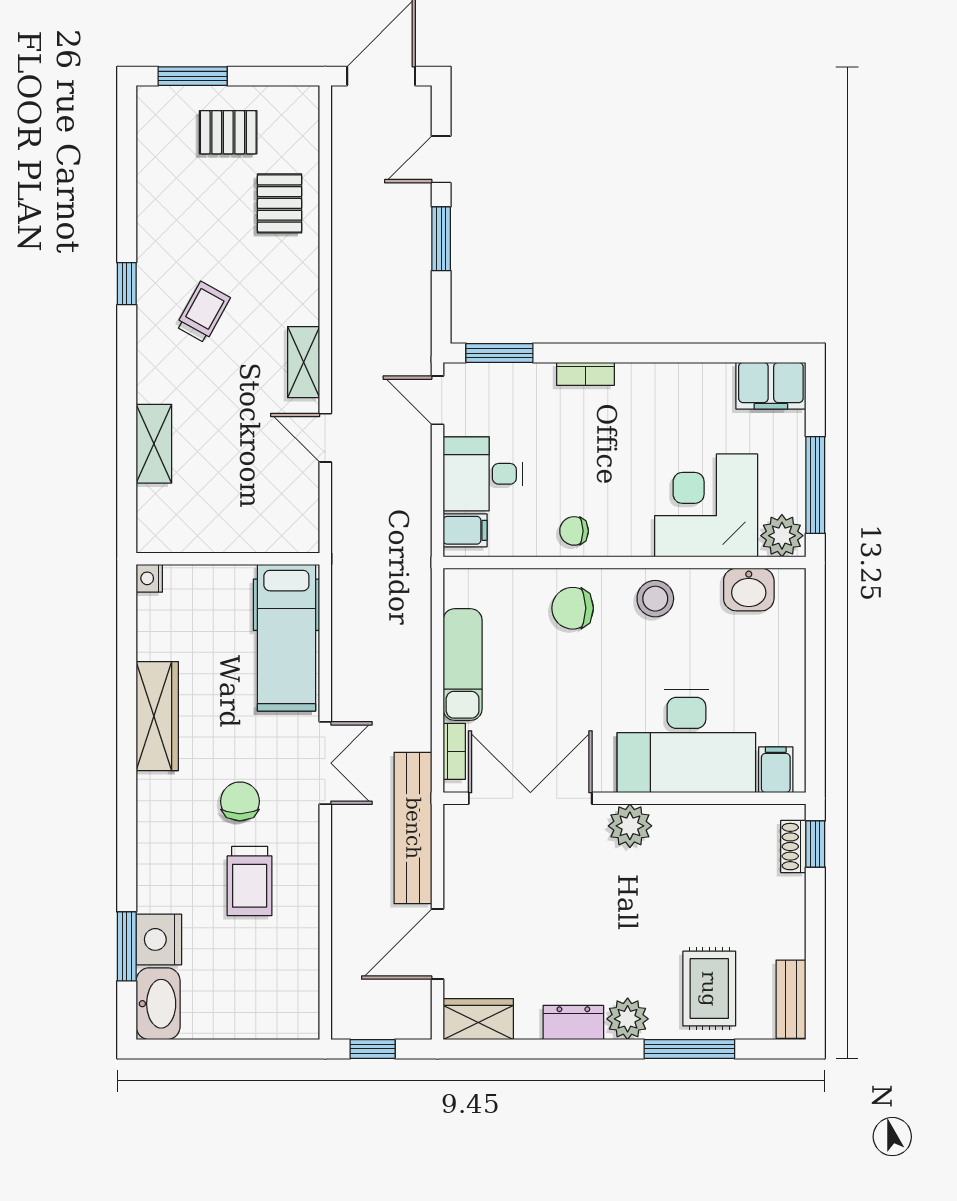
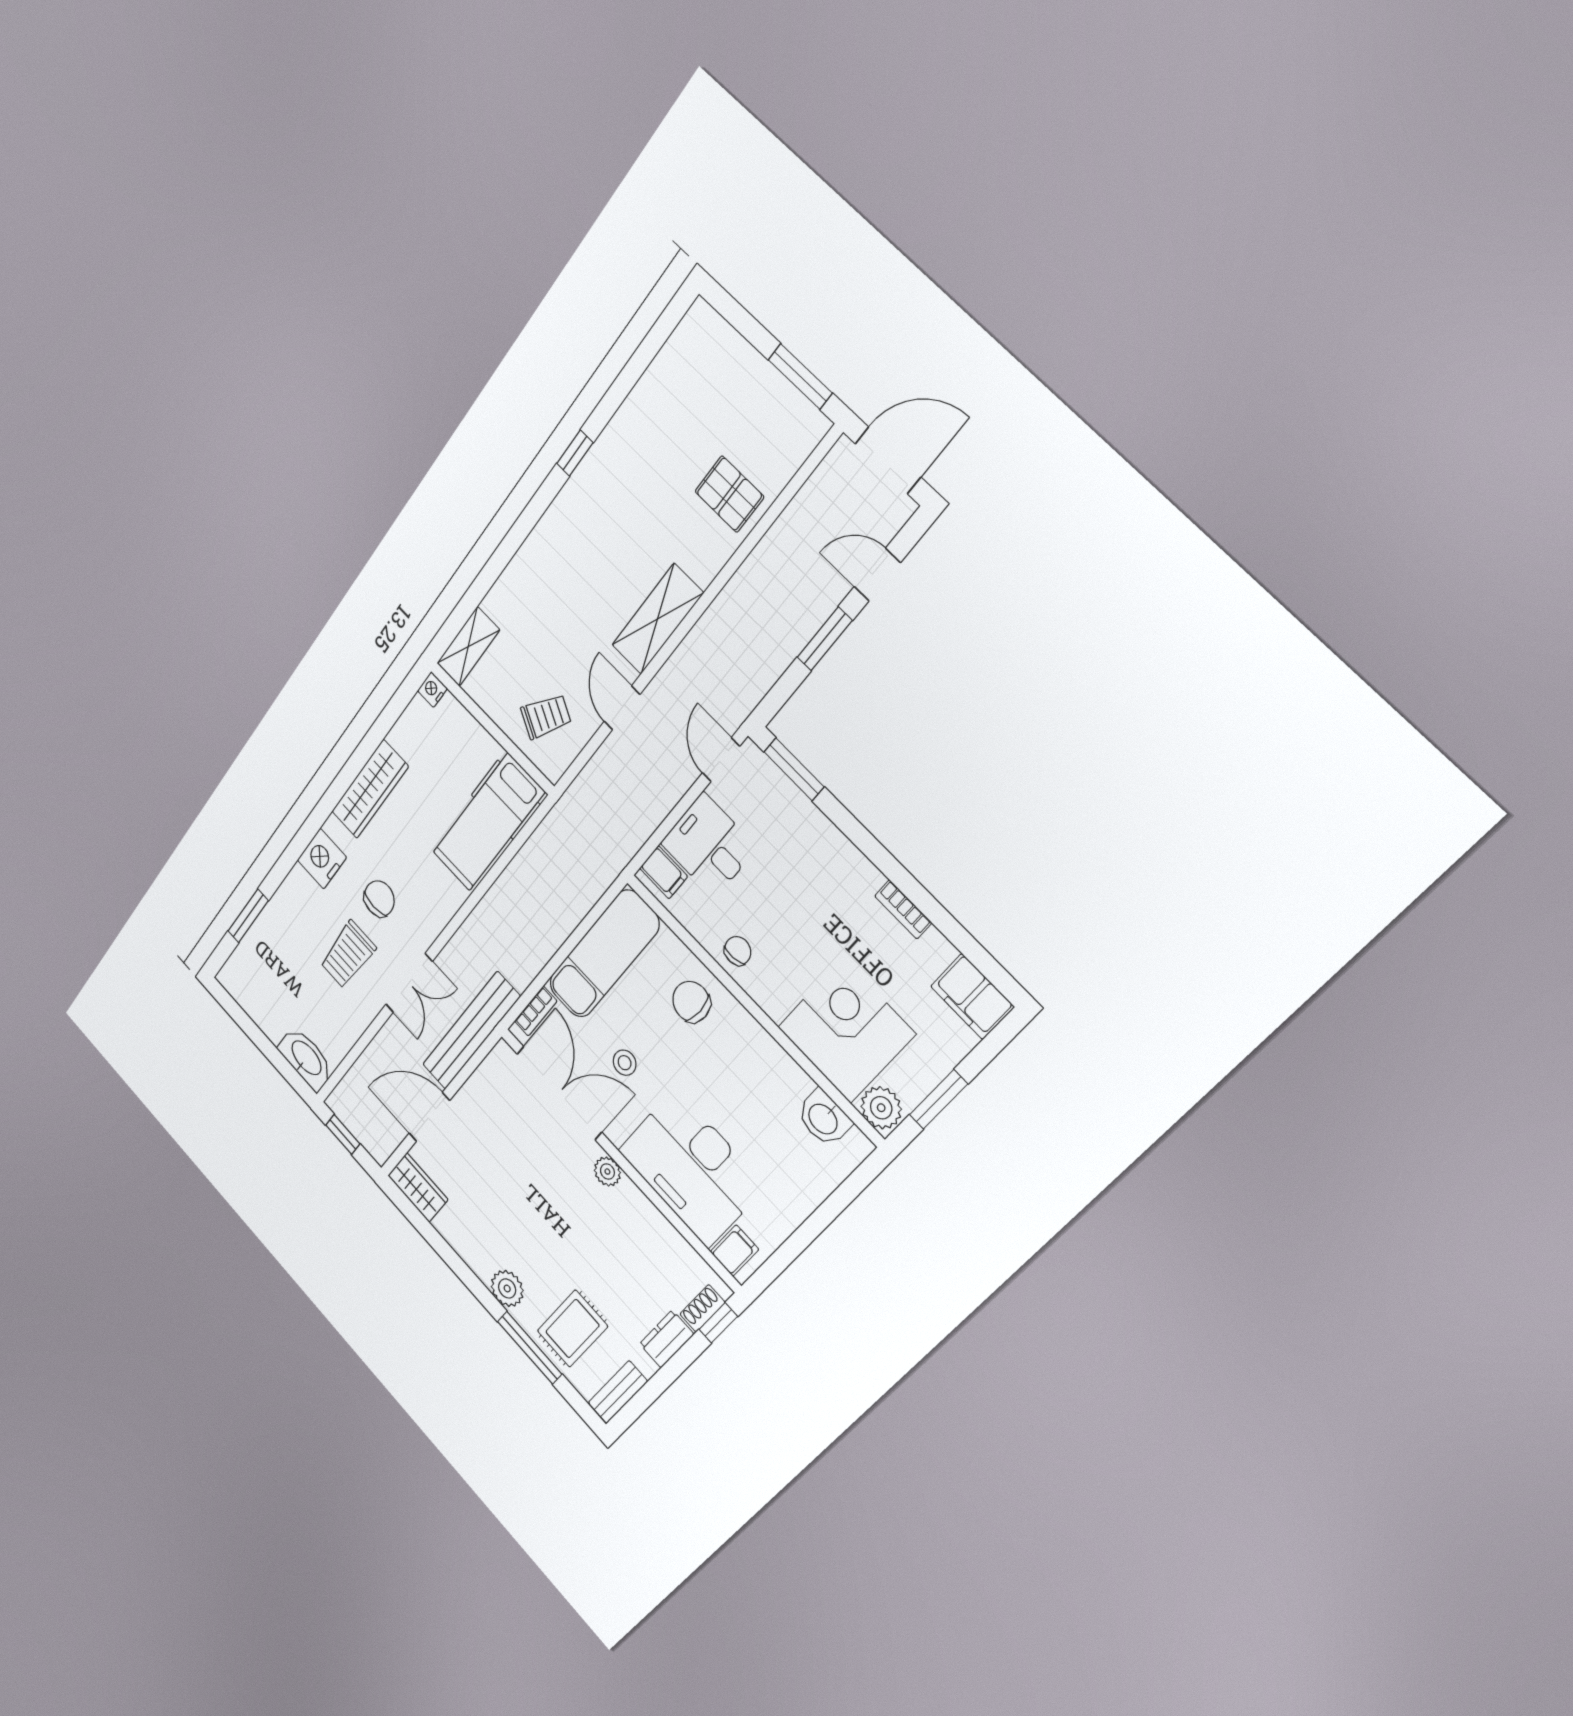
window: (193, 76) -> (800, 376), moved
pallet: (228, 132) -> (737, 398), removed
pallet: (280, 203) -> (729, 494), turned 90
trolley: (203, 312) -> (546, 716), moved
shelving: (304, 362) -> (657, 619), width x1.50, depth x1.33
bookcase: (585, 374) -> (903, 909), moved
shelving: (154, 444) -> (468, 647), moved
window: (815, 485) -> (938, 1099), width x0.69
chair: (574, 531) -> (738, 951), turned 85
stool: (655, 599) -> (625, 1063), moved, width x0.73, depth x0.73
exam couch: (463, 665) -> (604, 954), width x1.36, depth x1.45
double door: (325, 763) -> (409, 983), moved
plant: (630, 826) -> (607, 1172), width x0.73, depth x0.73
nightstand: (159, 939) -> (322, 859), moved
washbasin: (158, 1004) -> (306, 1059), moved, turned -90
dresser: (573, 1023) -> (667, 1339), moved, turned -90

